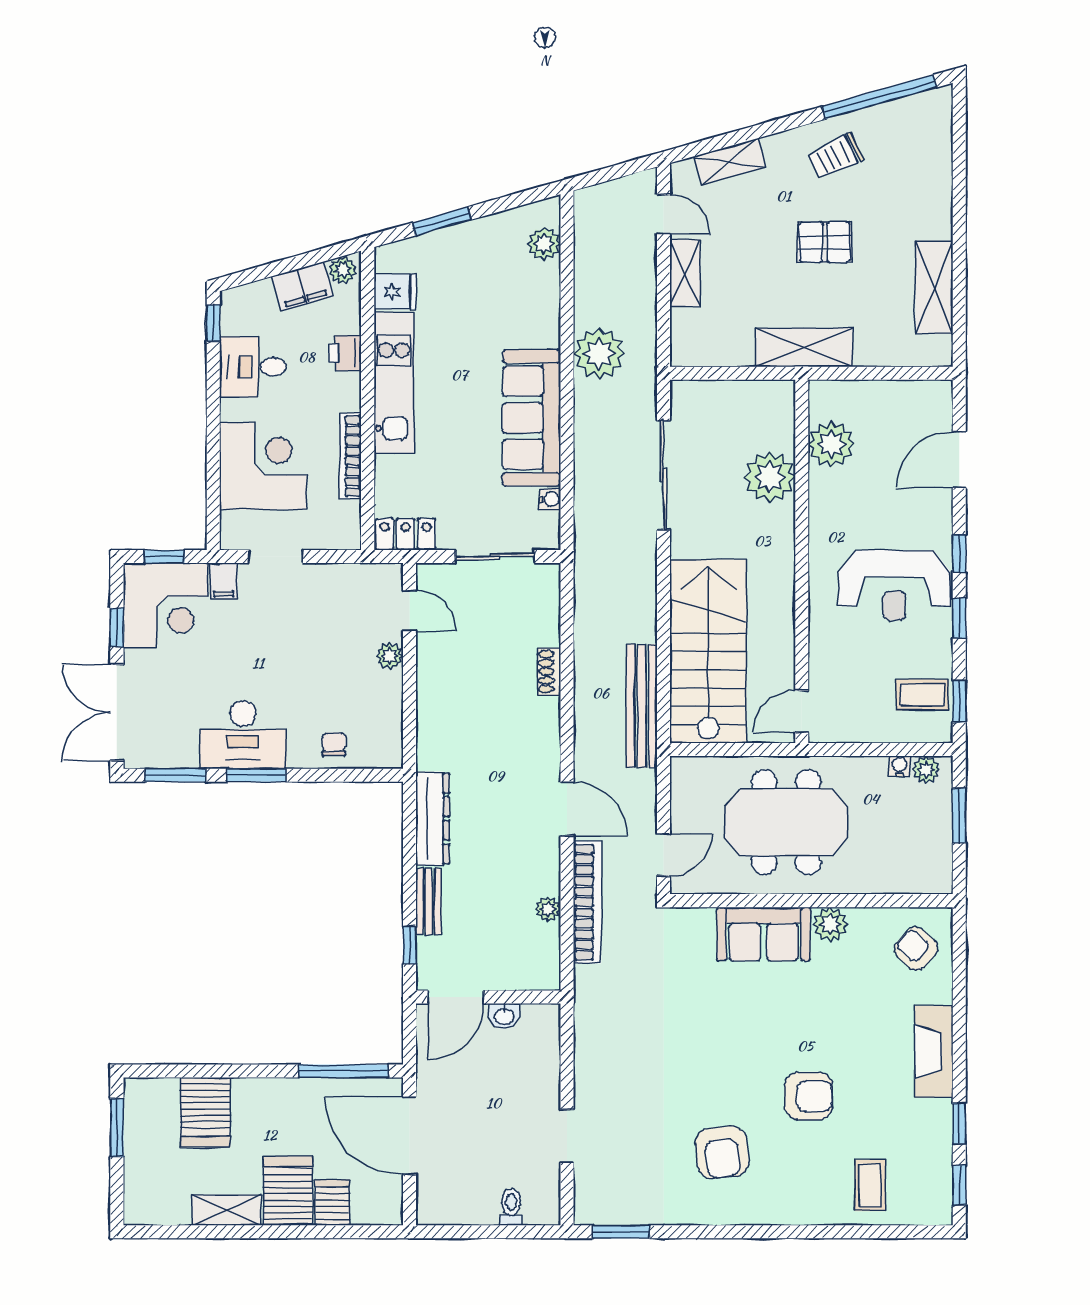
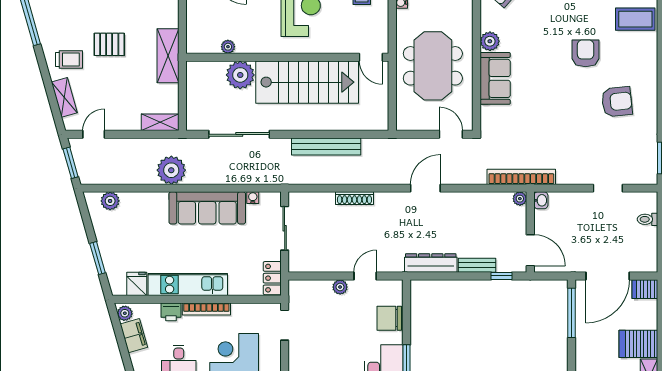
trolley: (836, 156) -> (69, 60), moved, turned -64
window: (612, 173) -> (71, 163), added
pallet: (825, 242) -> (109, 44), turned 90
shelving: (685, 273) -> (160, 122), moved
plant: (831, 444) -> (228, 47), width x0.53, depth x0.53
bookcase: (350, 456) -> (206, 309), moved
doorway: (276, 557) -> (285, 325), moved
door: (409, 611) -> (365, 276), moved
stairs: (708, 651) -> (307, 82), moved, turned 180
shoe rack: (549, 672) -> (354, 198), width x1.43
bench: (642, 706) -> (326, 146), moved
chair: (334, 744) -> (389, 318), width x1.87, depth x1.87
bookcase: (587, 902) -> (521, 177), moved
plant: (548, 909) -> (520, 199), moved
washbasin: (504, 1016) -> (541, 200), moved
coffee table: (870, 1185) -> (635, 19), width x1.36, depth x1.30
server rack: (332, 1203) -> (645, 289), moved

